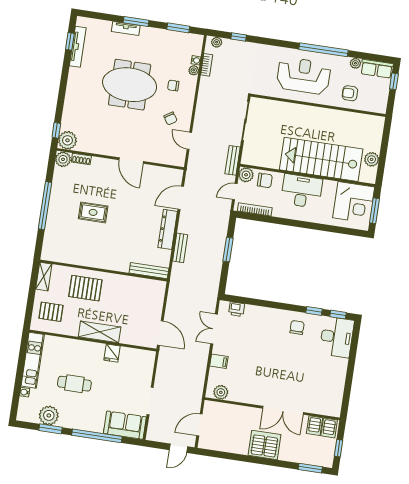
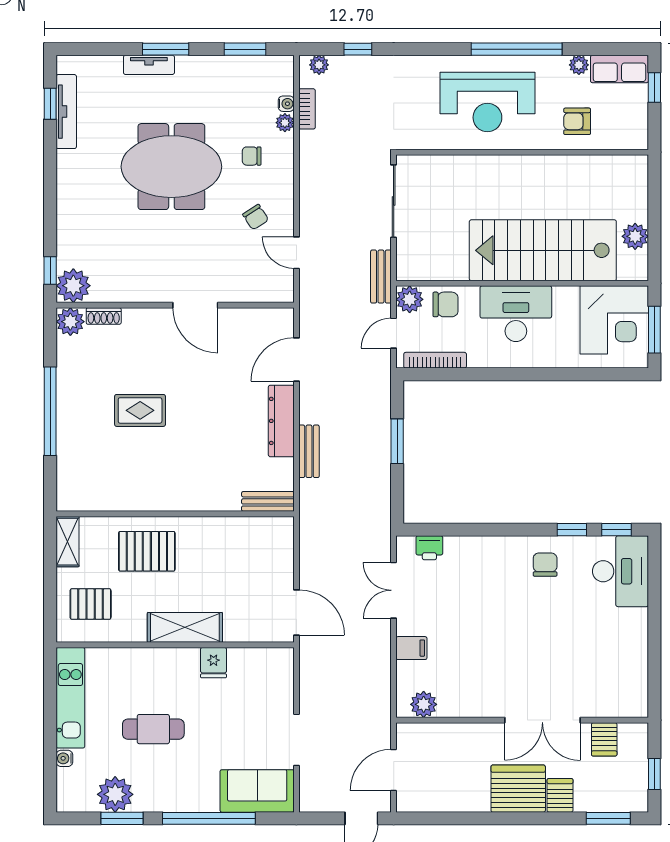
reception desk: (304, 76) -> (487, 102), turned 180
bench: (149, 271) -> (268, 501), width x0.73
server rack: (329, 428) -> (560, 795), moved, turned 180

